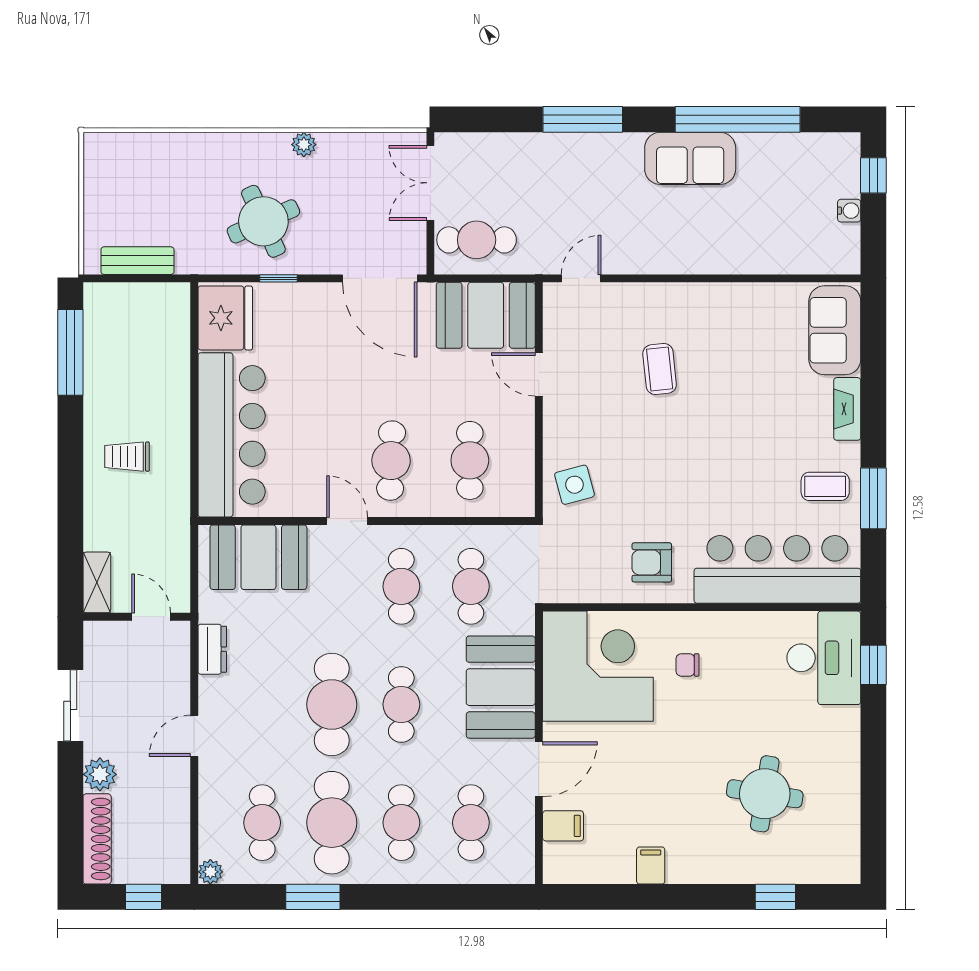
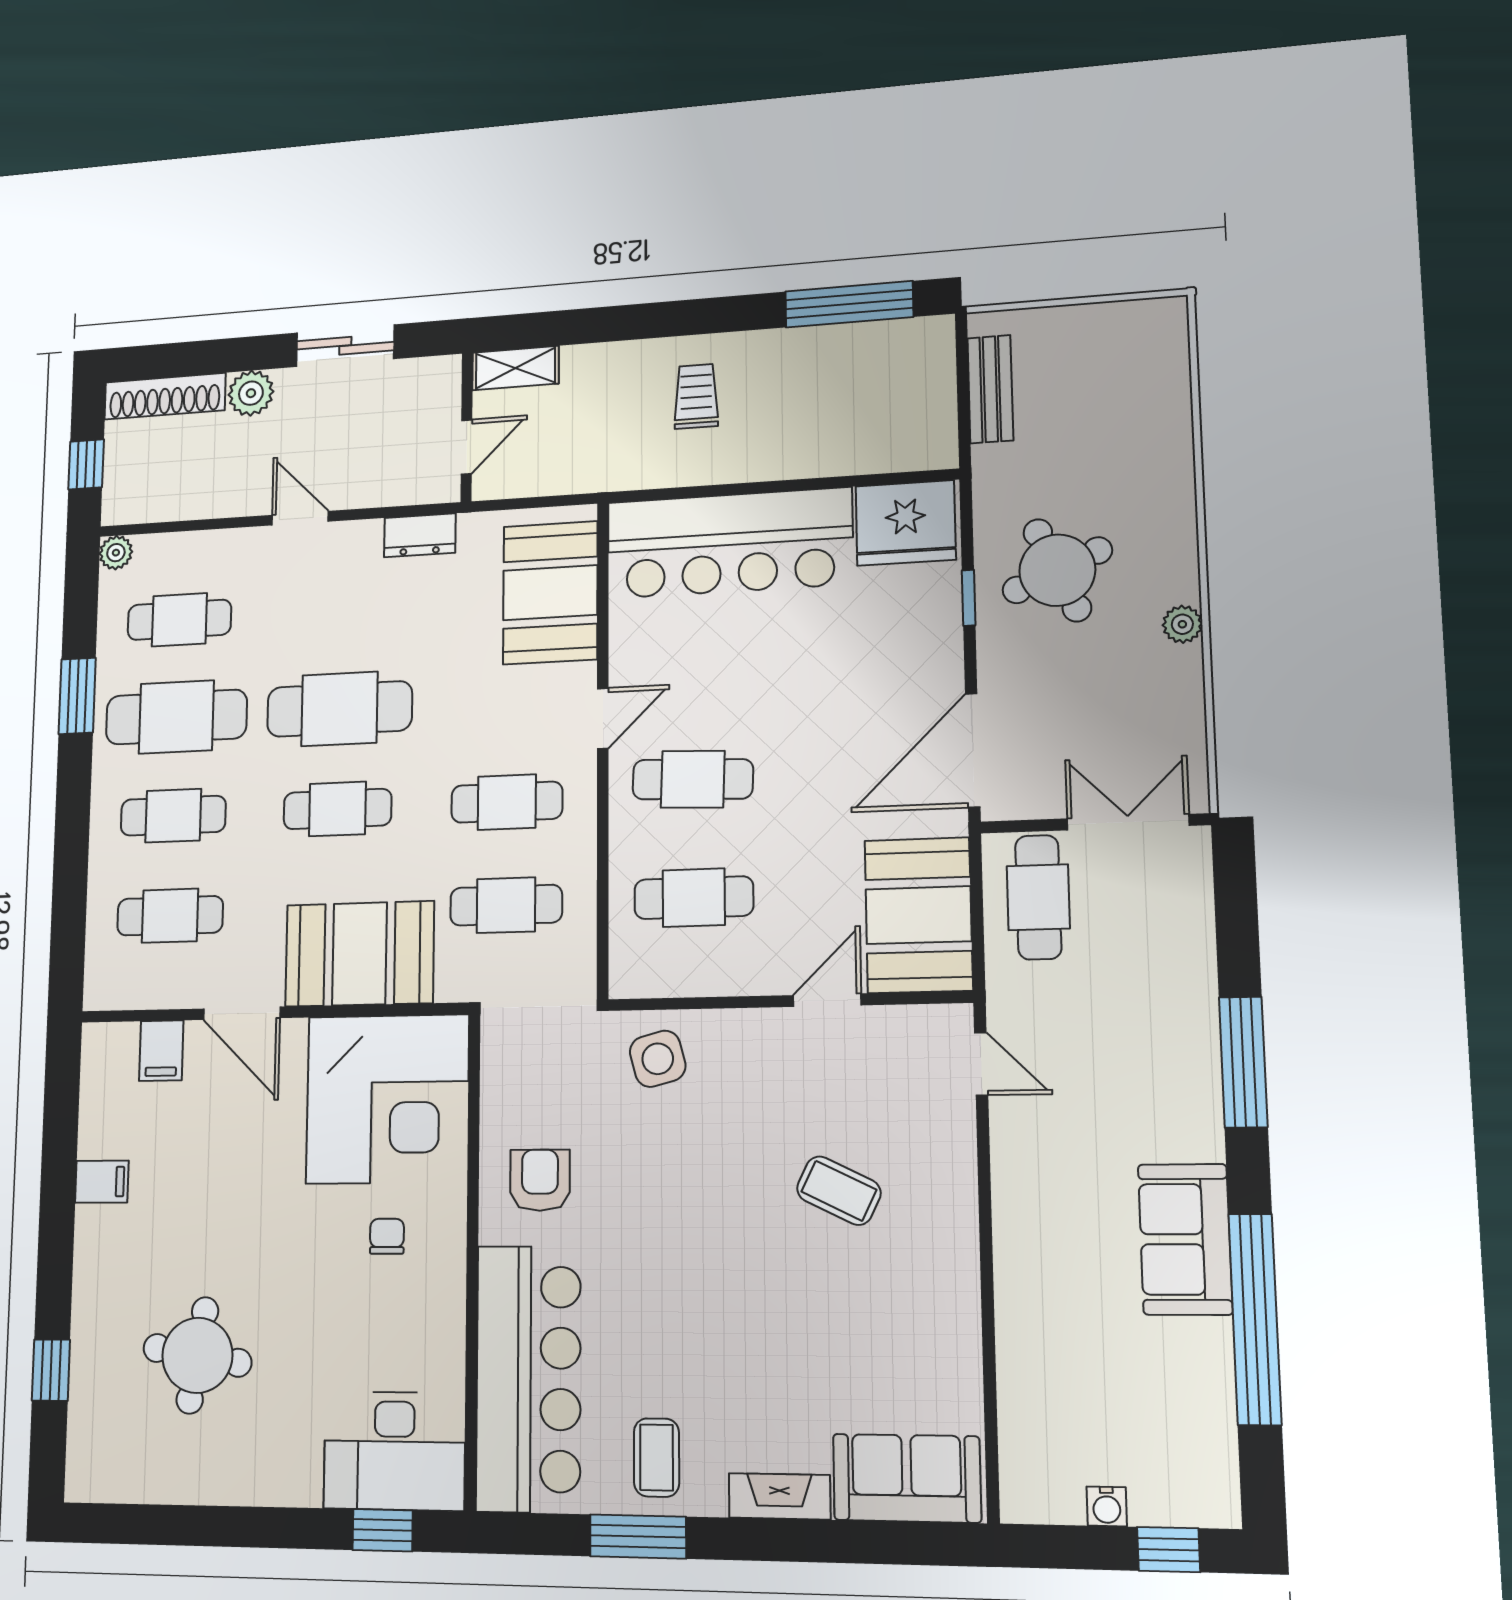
coffee table: (660, 369) -> (839, 1191), turned 32

